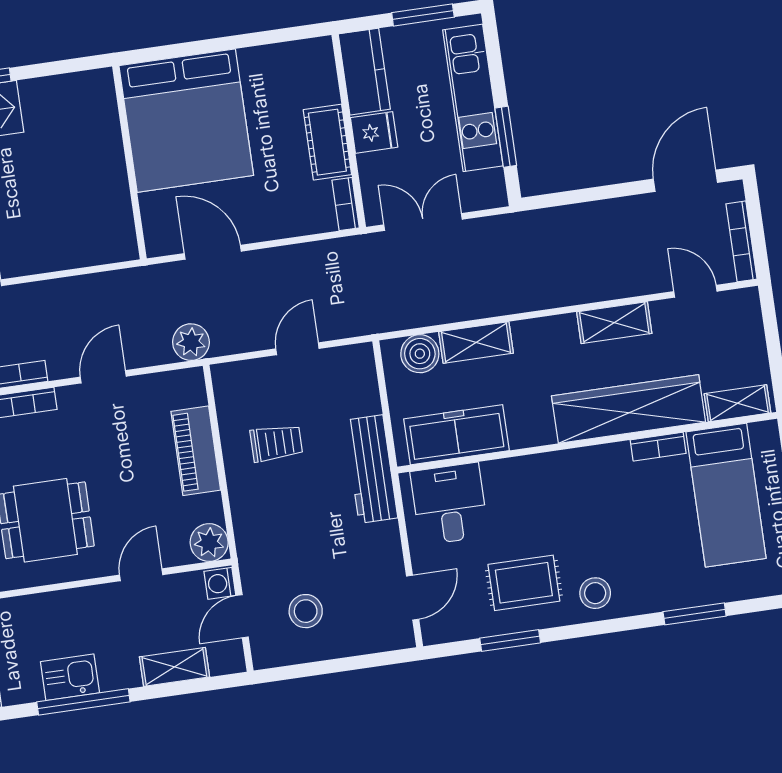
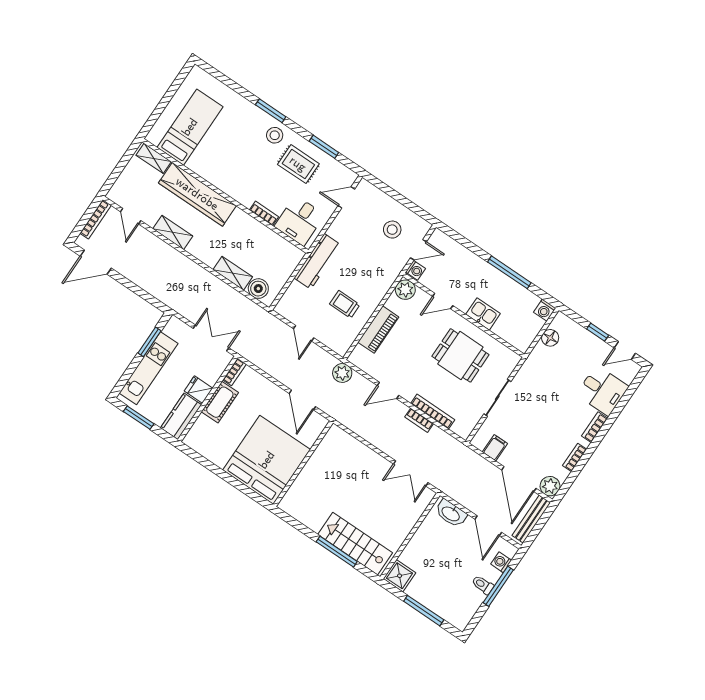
double door: (423, 222) -> (211, 338), swing flipped
door: (297, 349) -> (304, 333), hinge flipped
freezer: (457, 435) -> (273, 245), removed
bookcase: (658, 447) -> (264, 213), moved
window: (695, 614) -> (271, 111), moved
shelving: (174, 667) -> (462, 254), removed
kitchen sink: (70, 677) -> (483, 314), moved, turned 180

